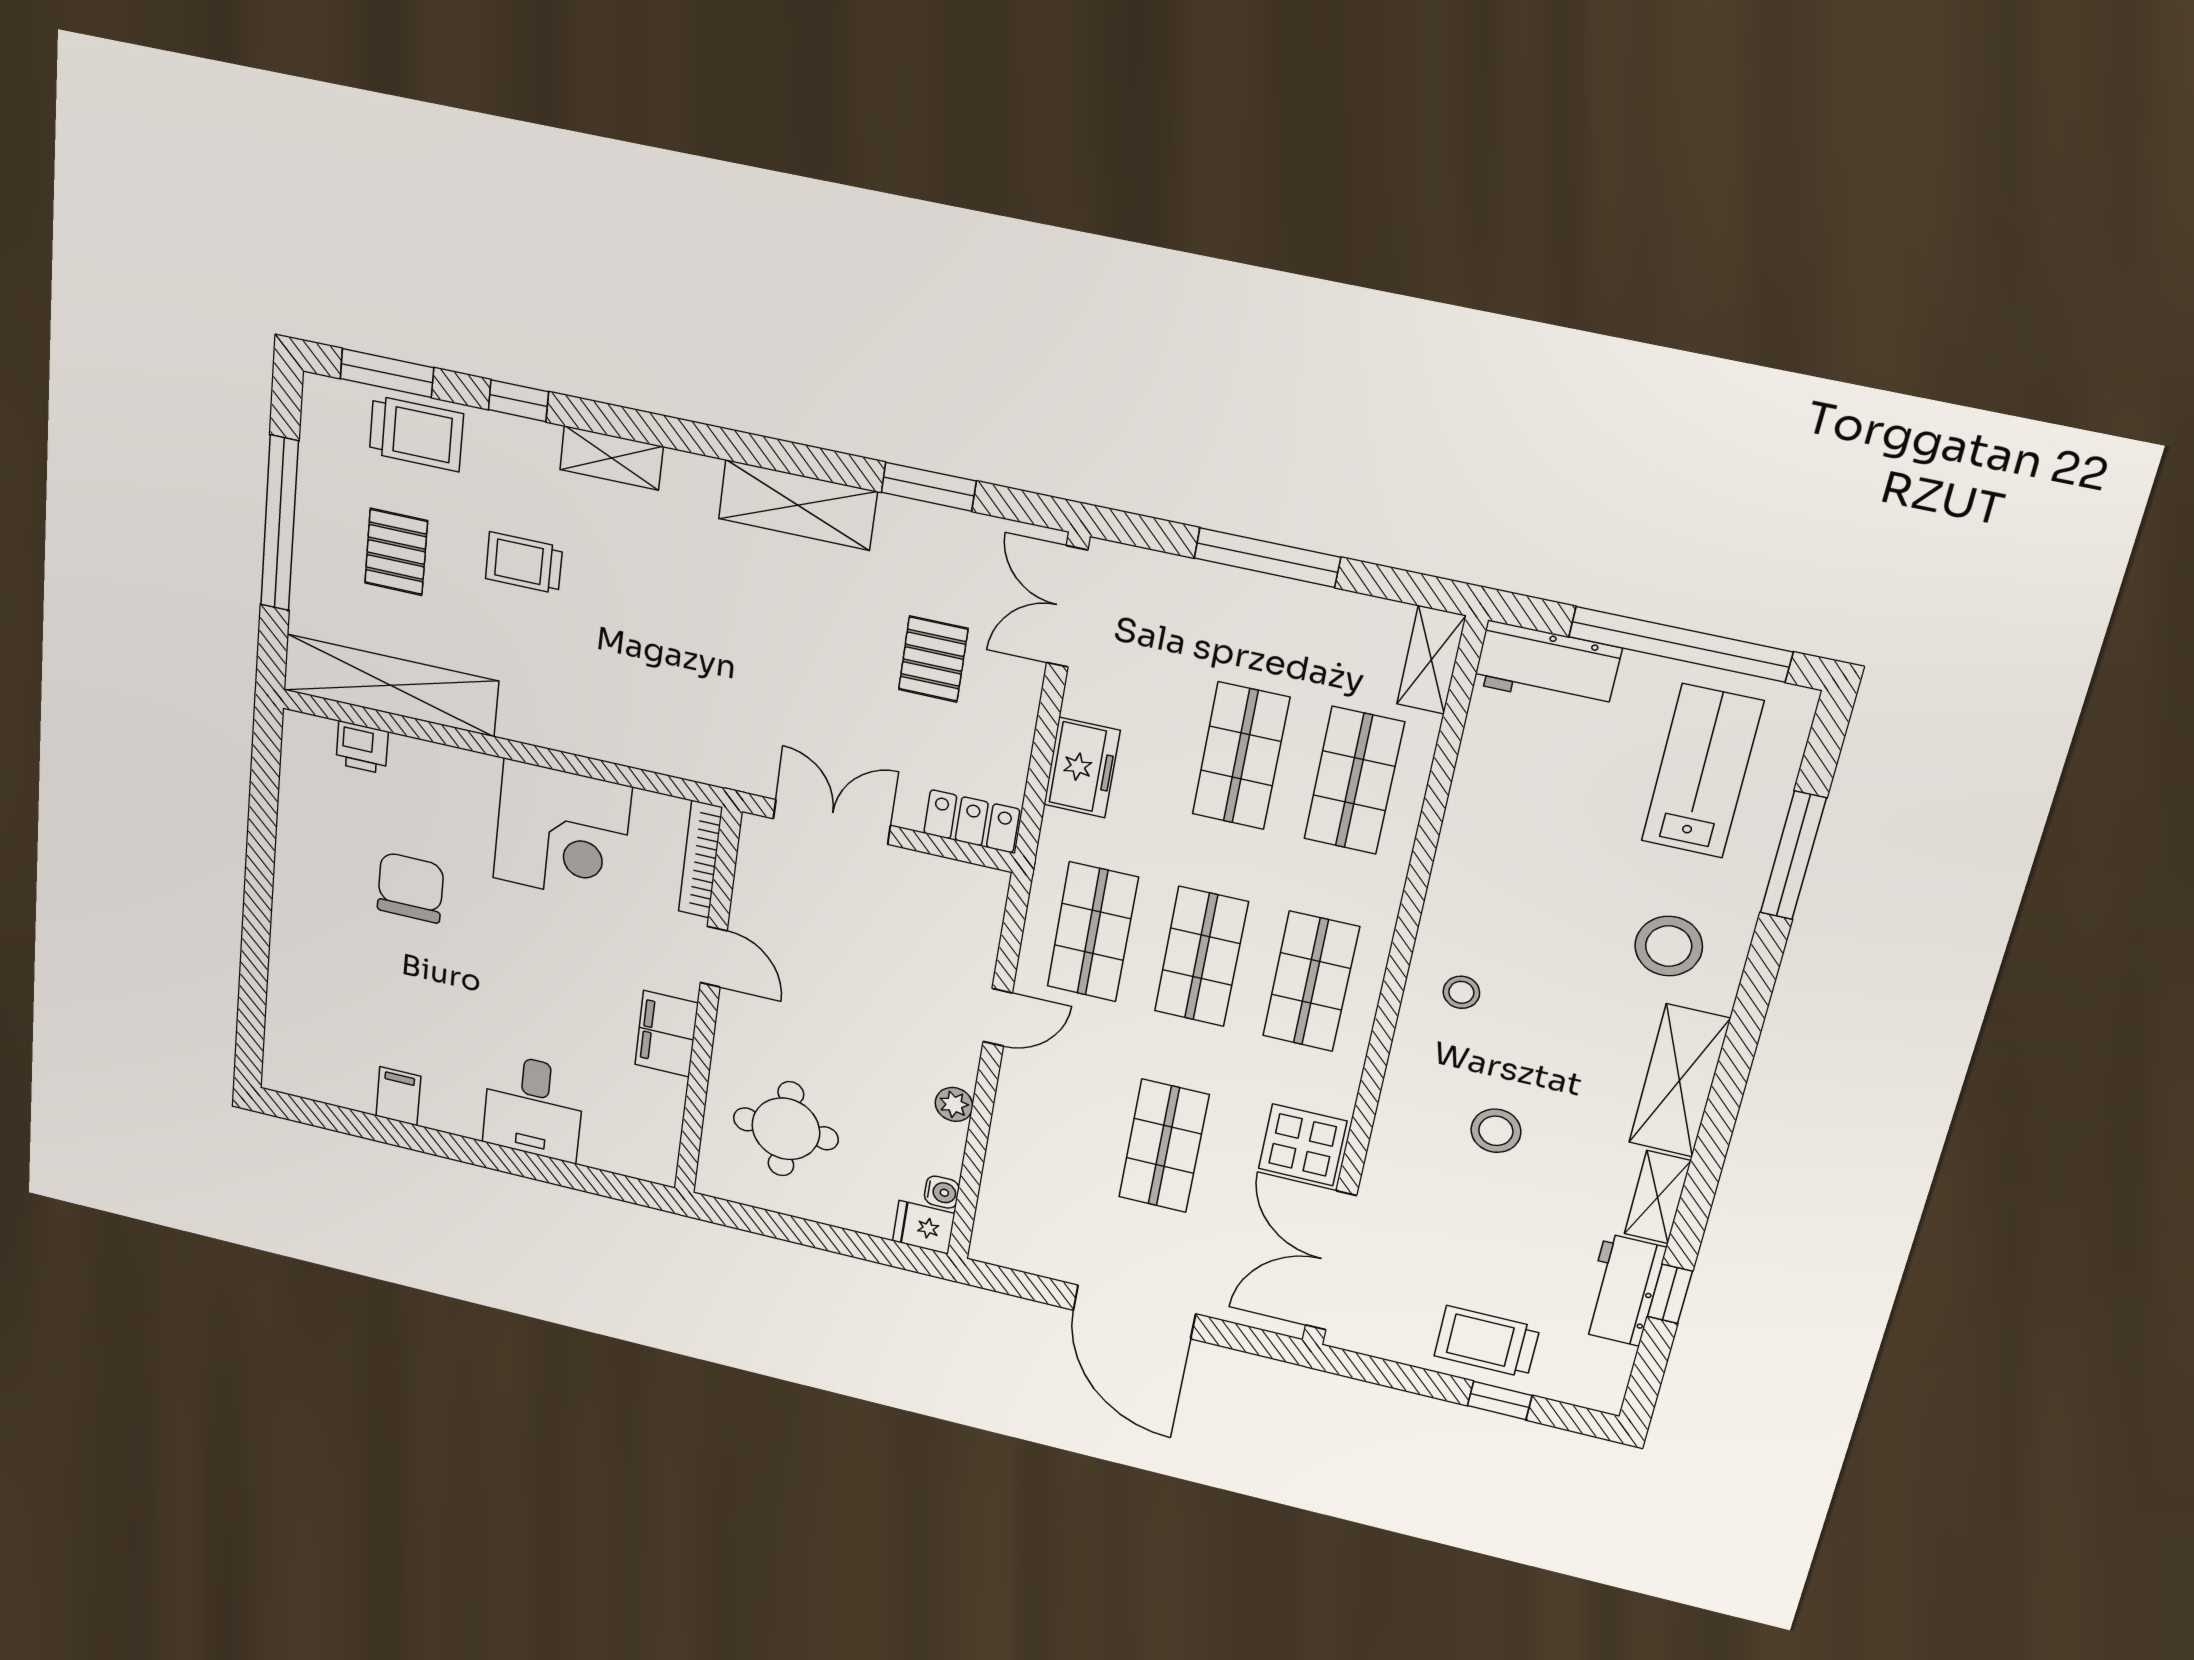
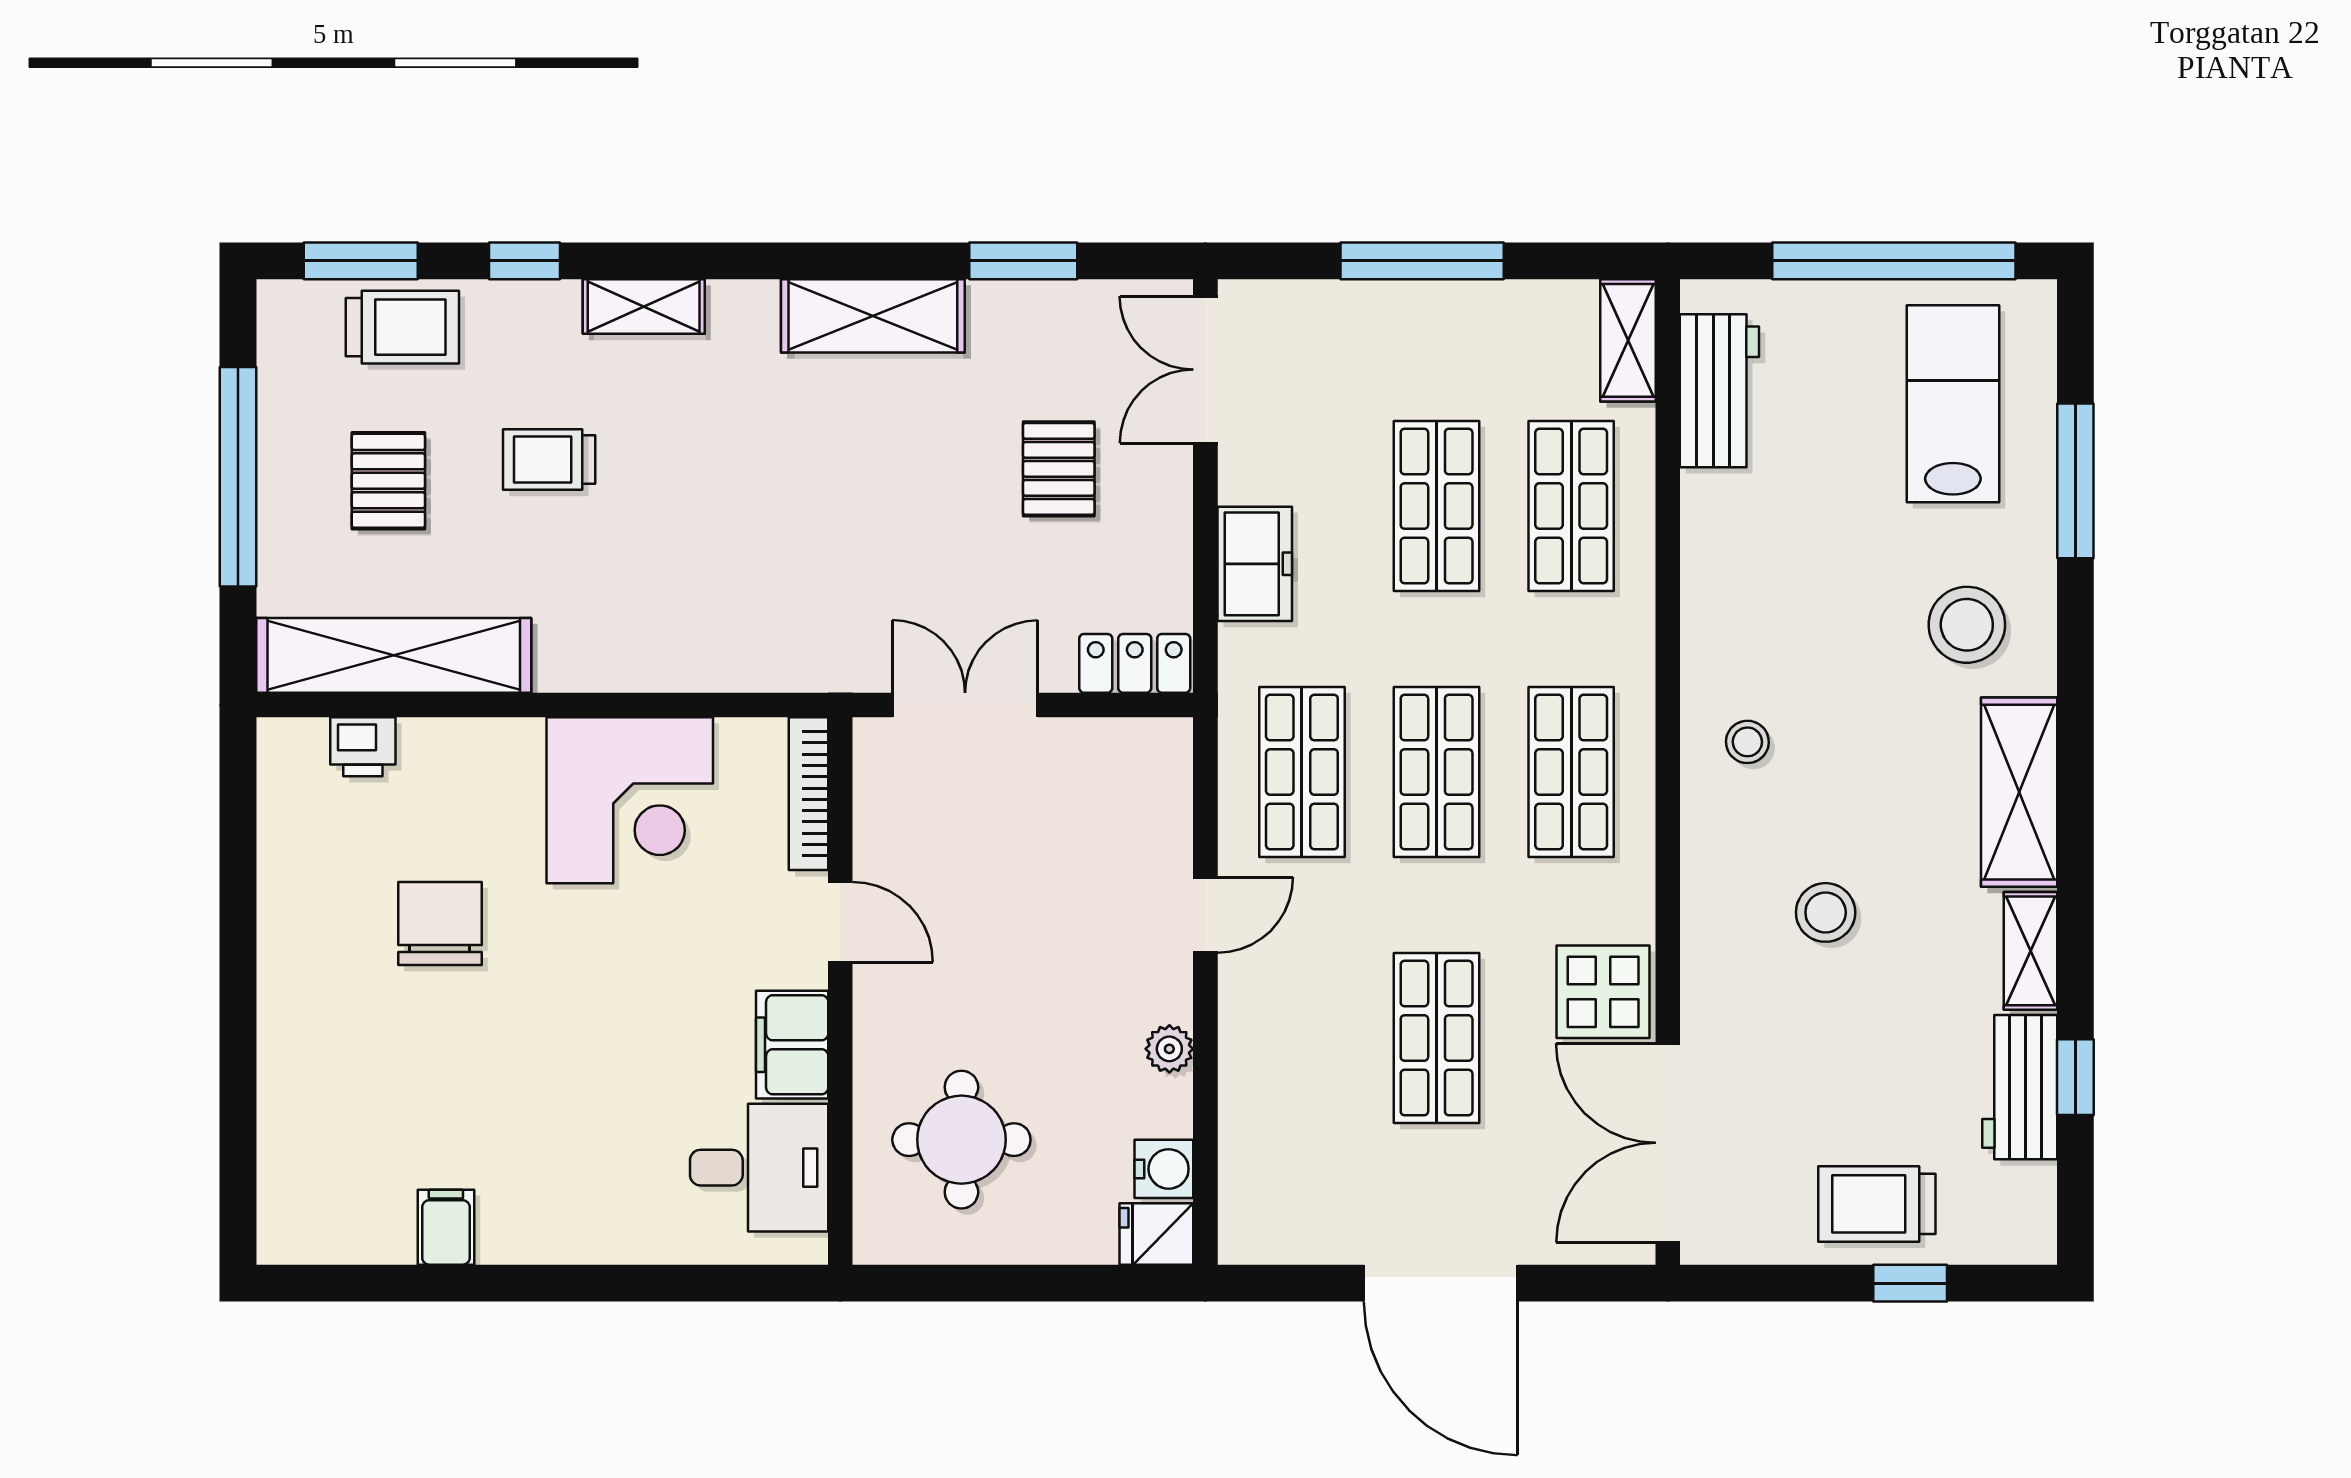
workbench: (1547, 666) -> (1719, 391), moved, turned -90
desk: (533, 1107) -> (759, 1168), moved, turned -90
water cooler: (942, 1192) -> (1164, 1169), width x1.38, depth x1.38

